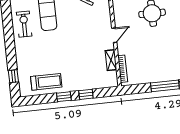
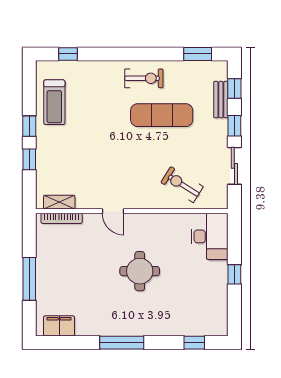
shelving: (111, 60) -> (59, 202), moved

